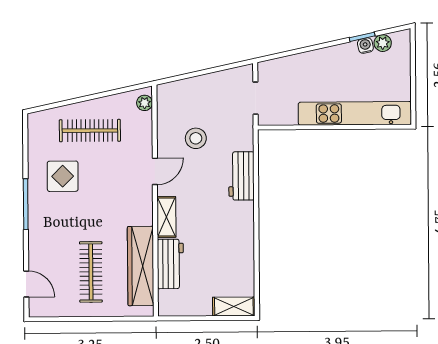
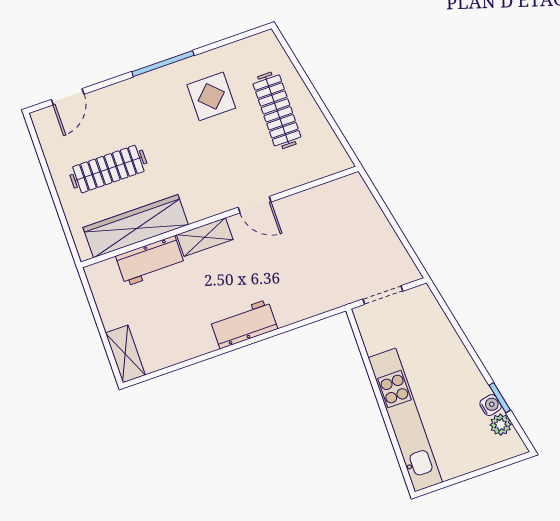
plant: (145, 103) -> (332, 164), removed
stool: (196, 138) -> (311, 240), removed
workbench: (241, 176) -> (244, 324), moved

